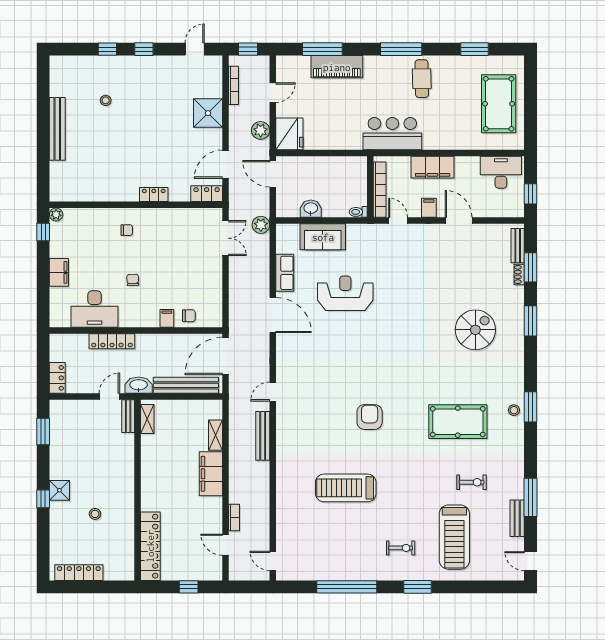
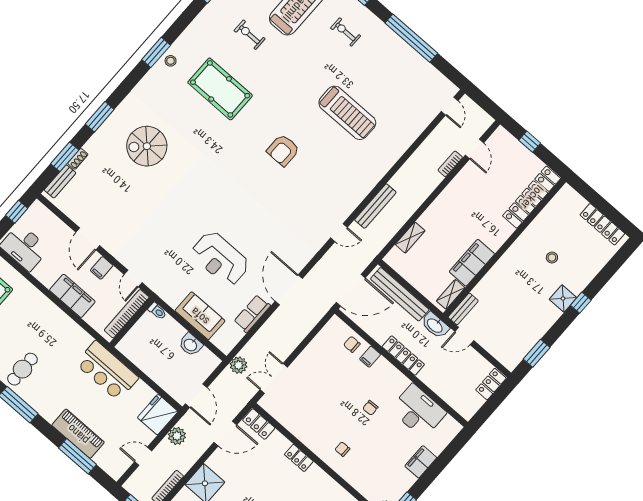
bar counter: (392, 134) -> (107, 371), moved
locker: (112, 341) -> (403, 356), moved
filing cabinet: (211, 474) -> (472, 263), moved, turned 180

